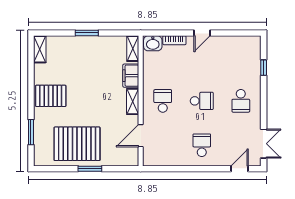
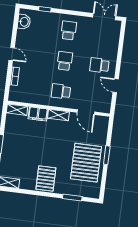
washbasin: (153, 43) -> (24, 22), moved
school desk: (241, 101) -> (69, 30), turned -90
door: (240, 169) -> (116, 86), moved

